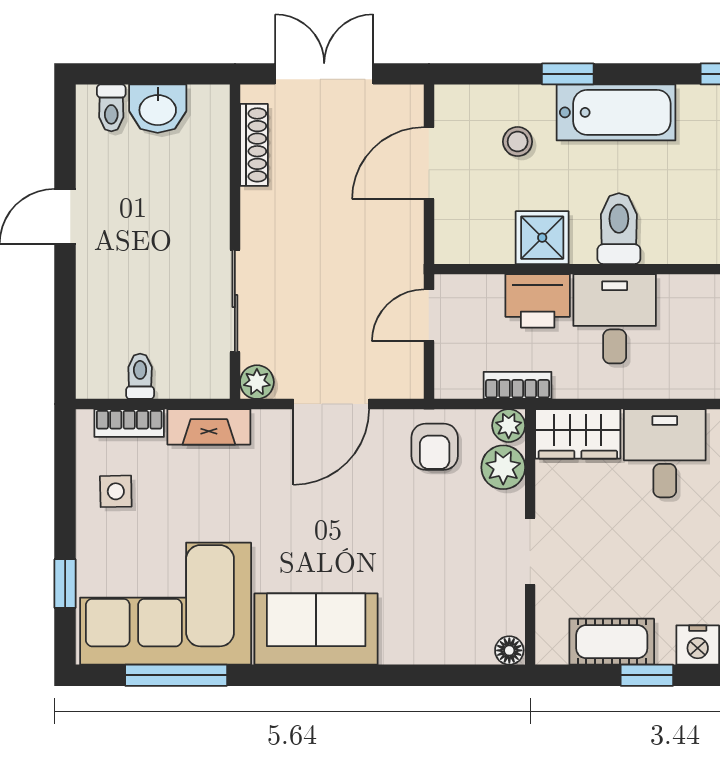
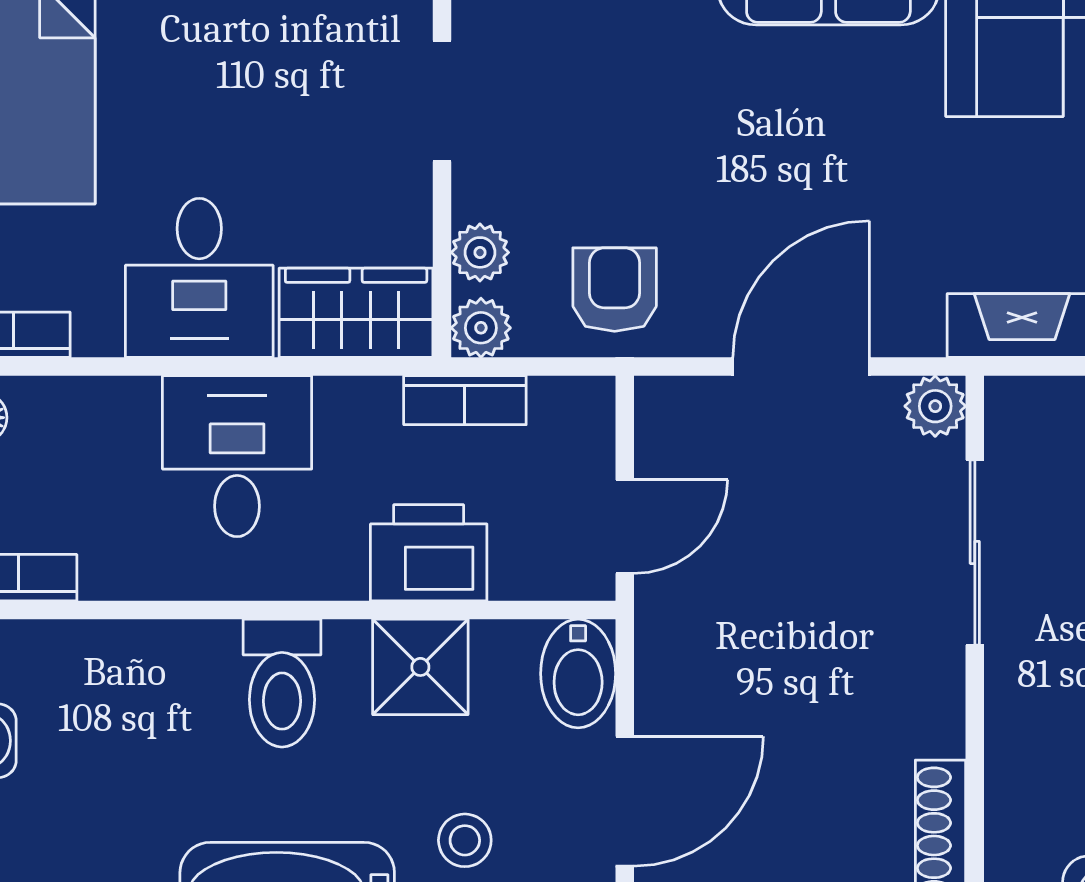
bidet: (455, 234) -> (578, 674), added
desk: (615, 319) -> (237, 456), moved, turned 180
plant: (503, 467) -> (480, 252), width x0.73, depth x0.73

